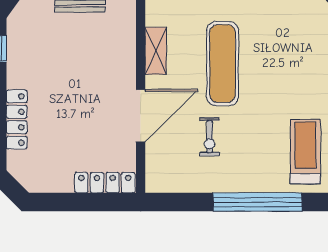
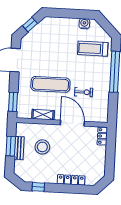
stool: (85, 53) -> (42, 147), added
locker: (105, 183) -> (102, 136), width x0.66

